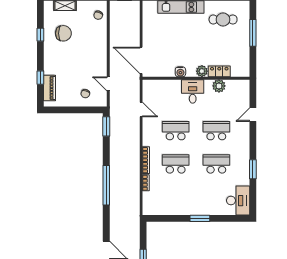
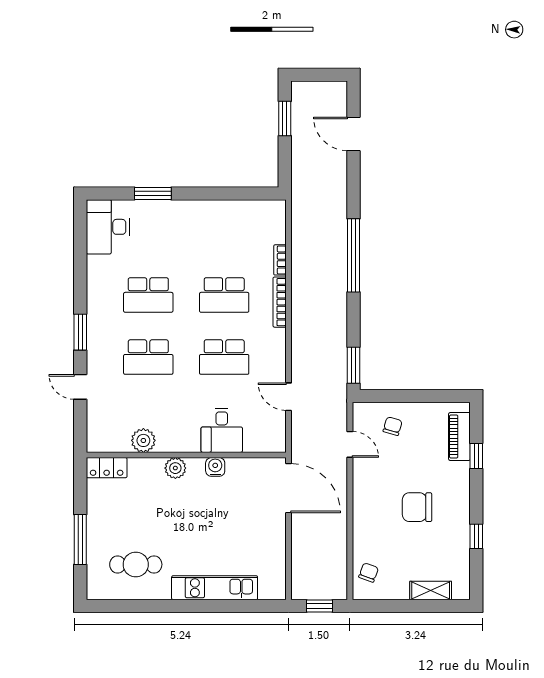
chair: (63, 33) -> (417, 507), moved
locker: (219, 71) -> (107, 468), moved
desk: (193, 91) -> (222, 430), moved
door: (253, 115) -> (80, 387), swing flipped
window: (253, 169) -> (80, 332), moved
window: (200, 218) -> (153, 193), moved

